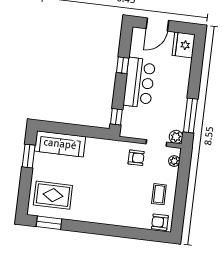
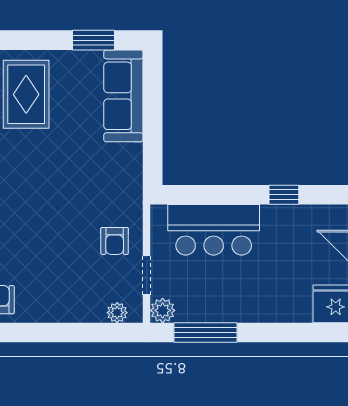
bar counter: (139, 83) -> (214, 230), moved
window: (116, 117) -> (187, 195), removed
coffee table: (159, 194) -> (52, 292), removed

